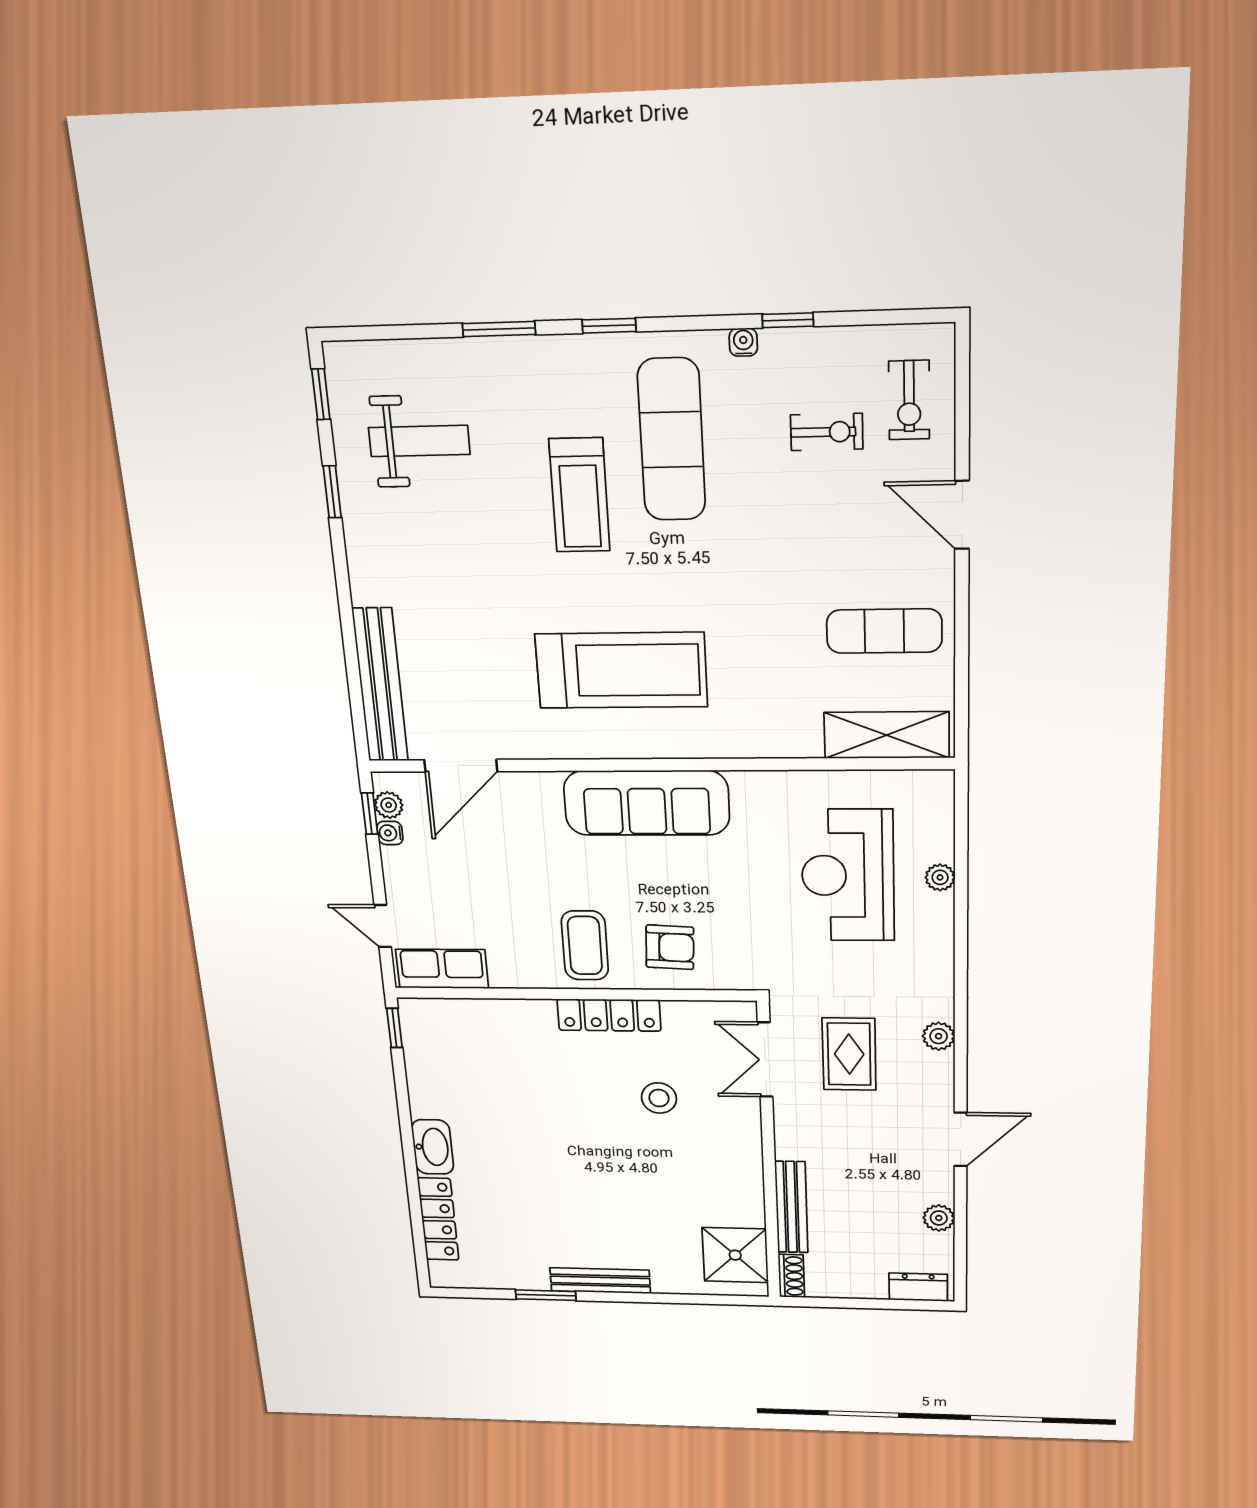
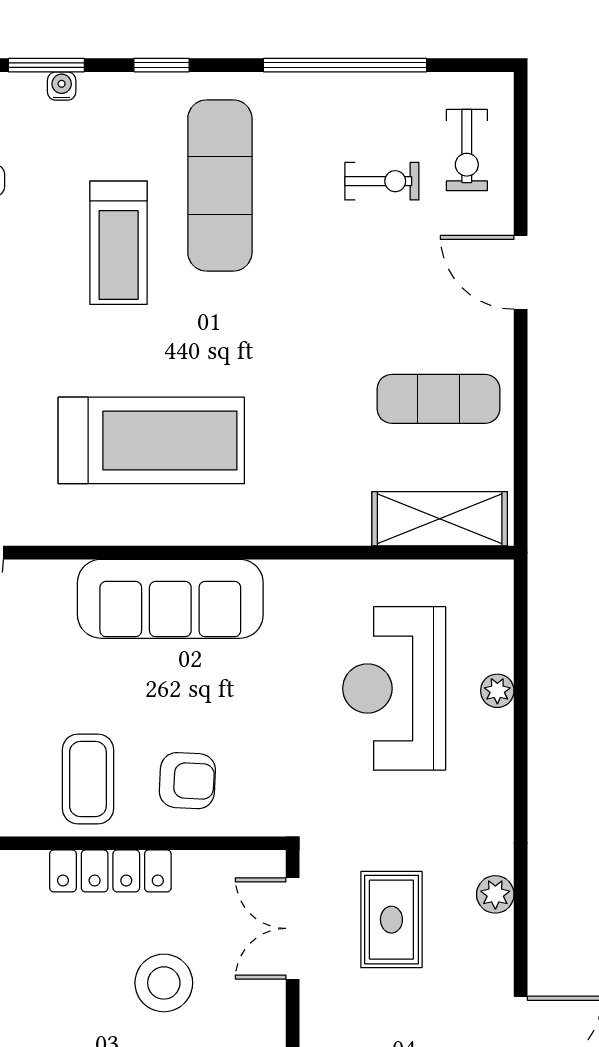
window: (788, 320) -> (345, 65), width x3.17
water cooler: (743, 342) -> (62, 86), moved
stool: (659, 1098) -> (164, 983), width x1.38, depth x1.38

